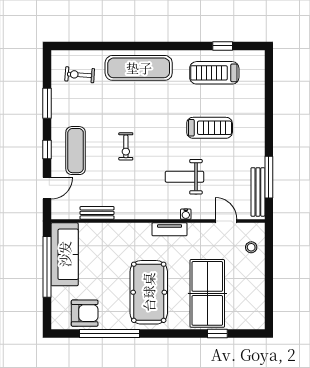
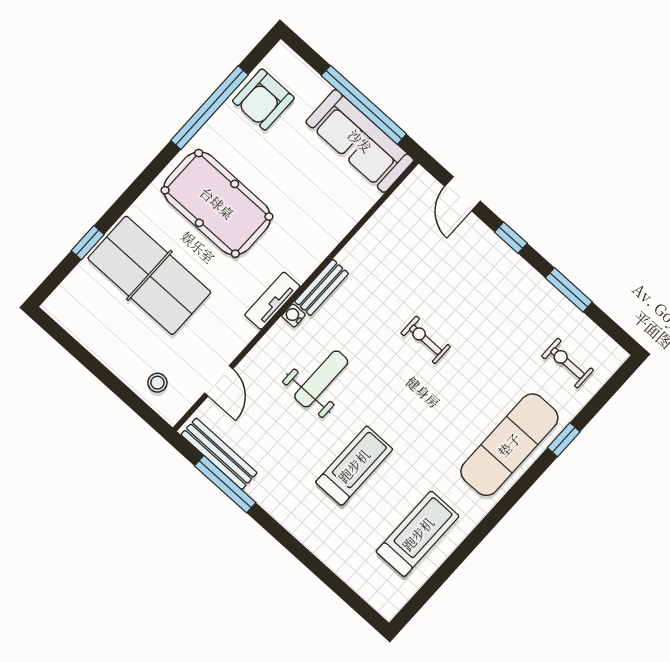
window: (223, 46) -> (564, 440), moved
exercise bike: (80, 75) -> (567, 363), turned -94
treadmill: (210, 128) -> (354, 466), turned 180
exercise mat: (76, 151) -> (477, 272), removed
bench: (97, 213) -> (322, 287), moved
water cooler: (186, 214) -> (293, 315), moved
door: (226, 221) -> (219, 381), hinge flipped

